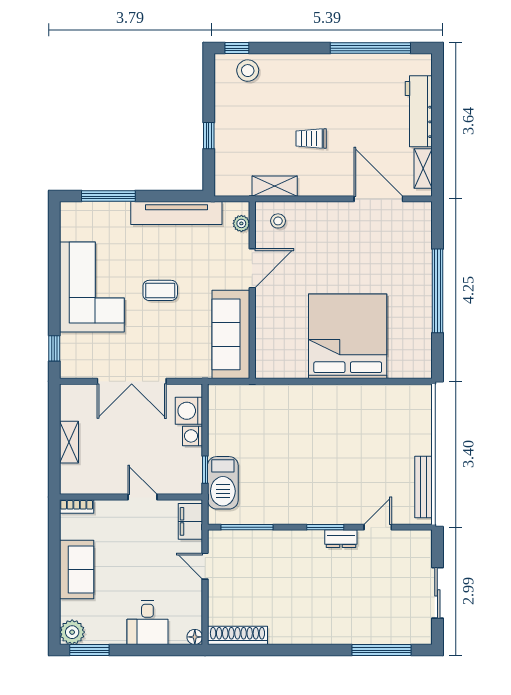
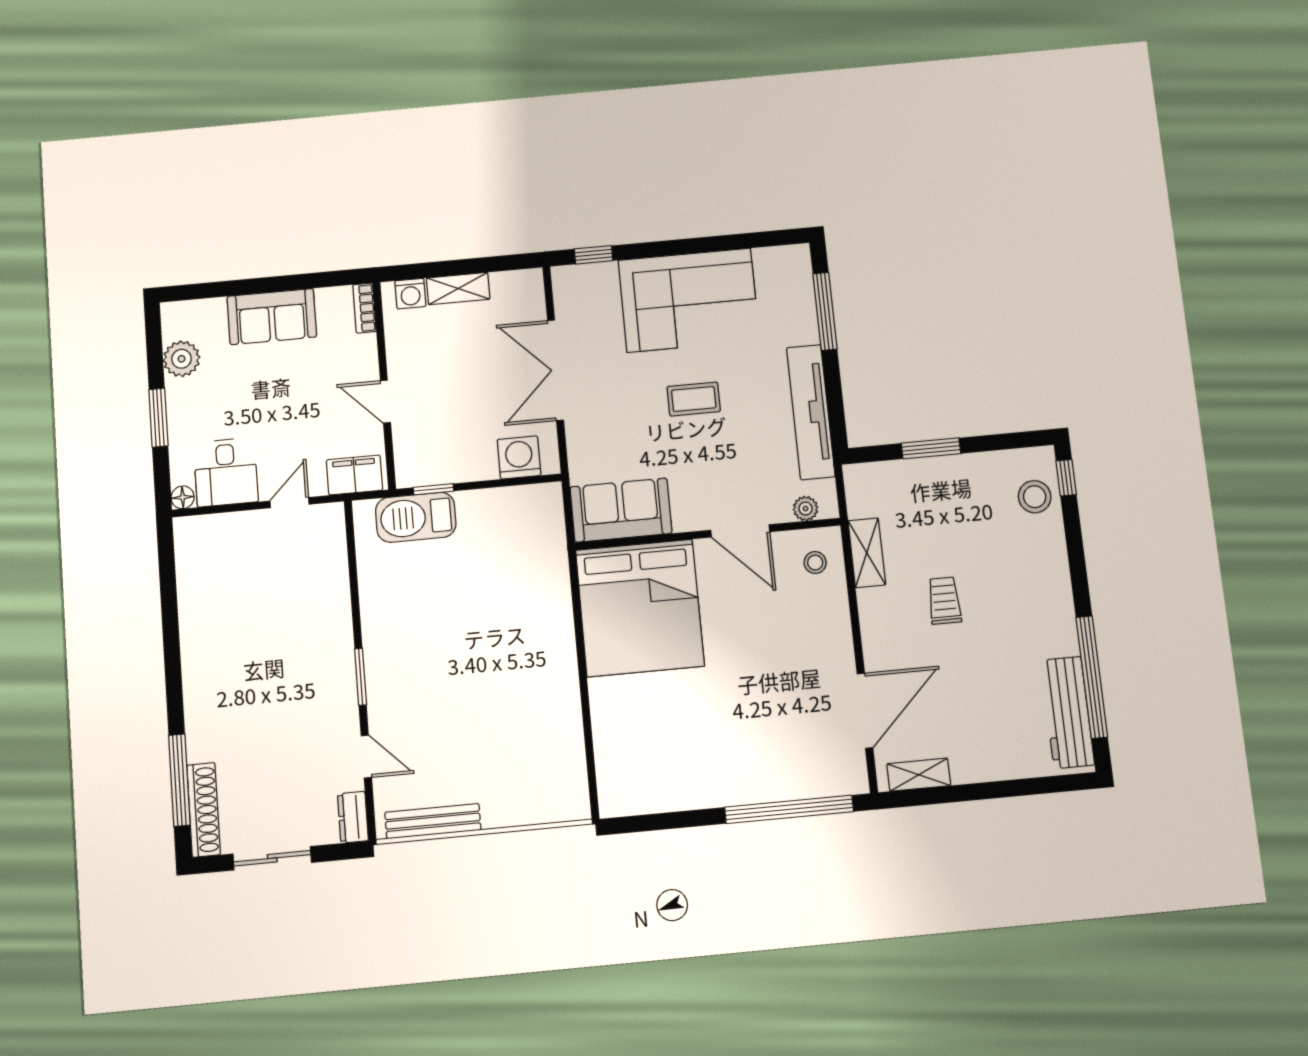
workbench: (419, 111) -> (1068, 712), moved, turned -90
window: (209, 136) -> (931, 448), width x1.50
coffee table: (160, 290) -> (694, 399), turned 90
window: (437, 291) -> (789, 809), moved
sofa: (231, 334) -> (621, 510), width x0.73
bed: (348, 336) -> (640, 608), moved, turned 90
washing machine: (193, 436) -> (410, 294), moved, turned 180
door: (142, 497) -> (385, 402), swing flipped
window: (247, 527) -> (352, 559), removed
dresser: (341, 539) -> (353, 817), moved
desk: (147, 623) -> (226, 472), moved, turned -90
plant: (72, 632) -> (182, 359), moved
shoe rack: (237, 635) -> (204, 810), moved
window: (89, 650) -> (158, 418), moved

